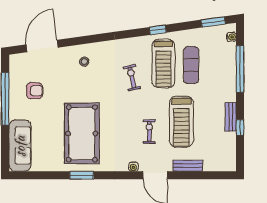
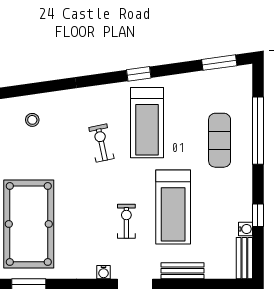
water cooler: (231, 37) -> (245, 229), moved
exercise mat: (191, 65) -> (220, 140), moved
bench: (231, 117) -> (244, 258), moved

